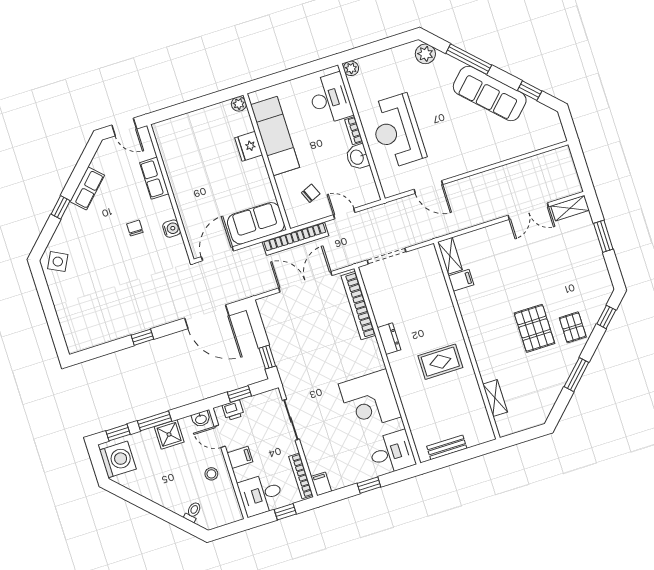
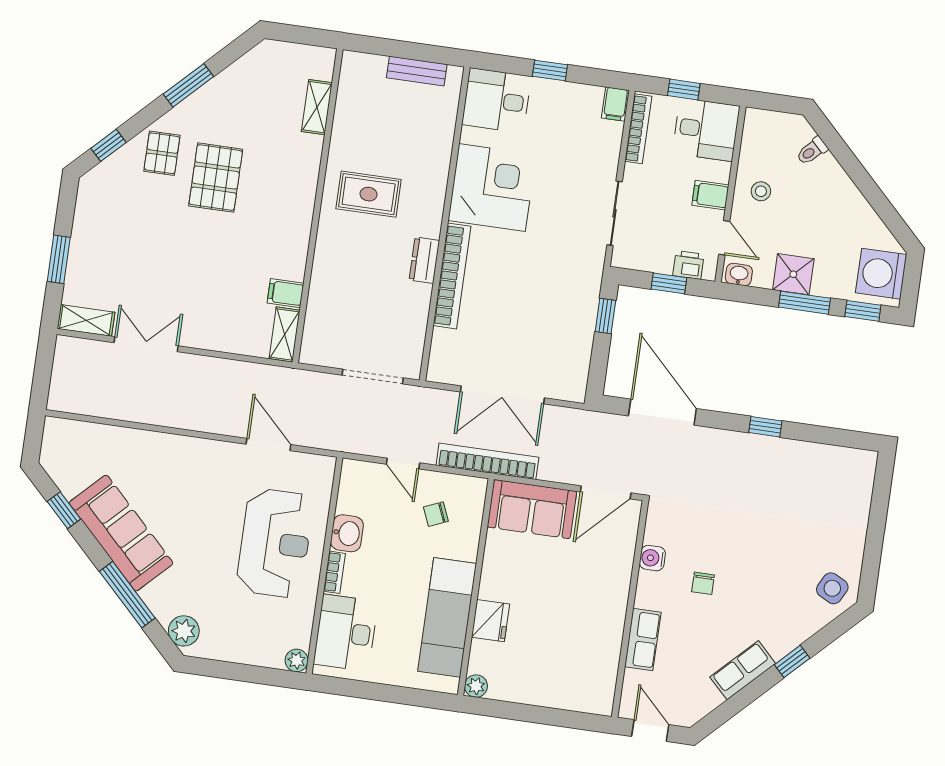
bookcase: (358, 306) -> (452, 276), moved

